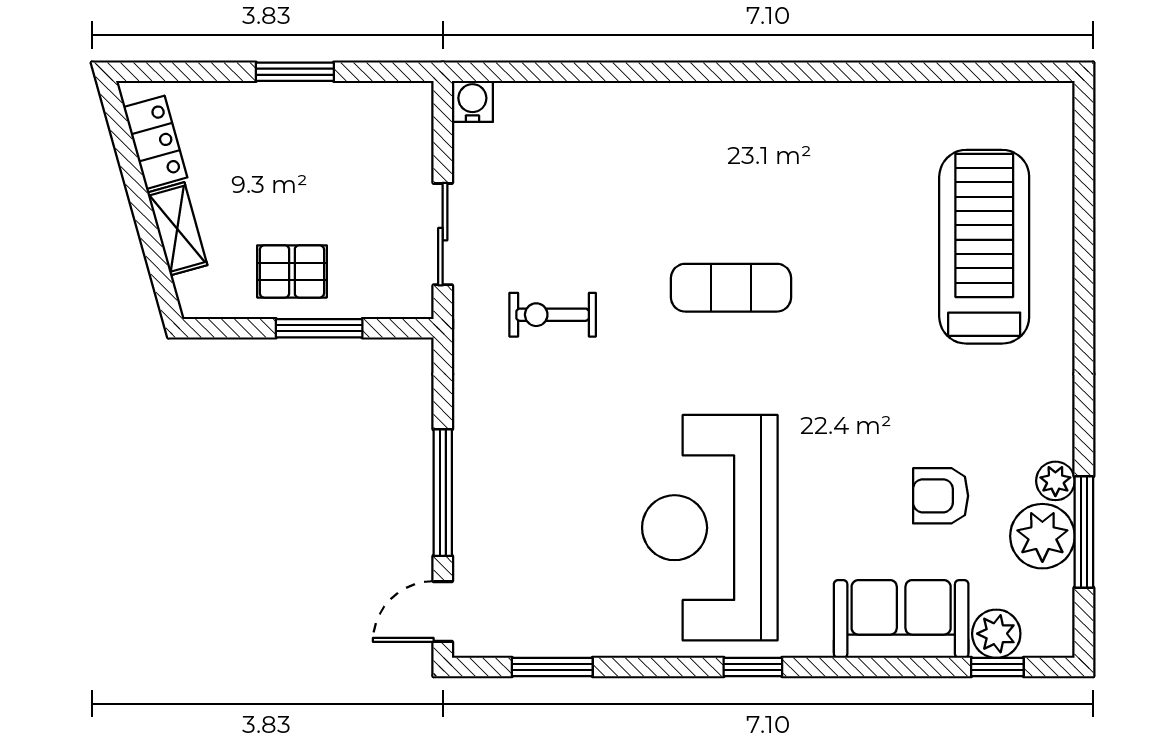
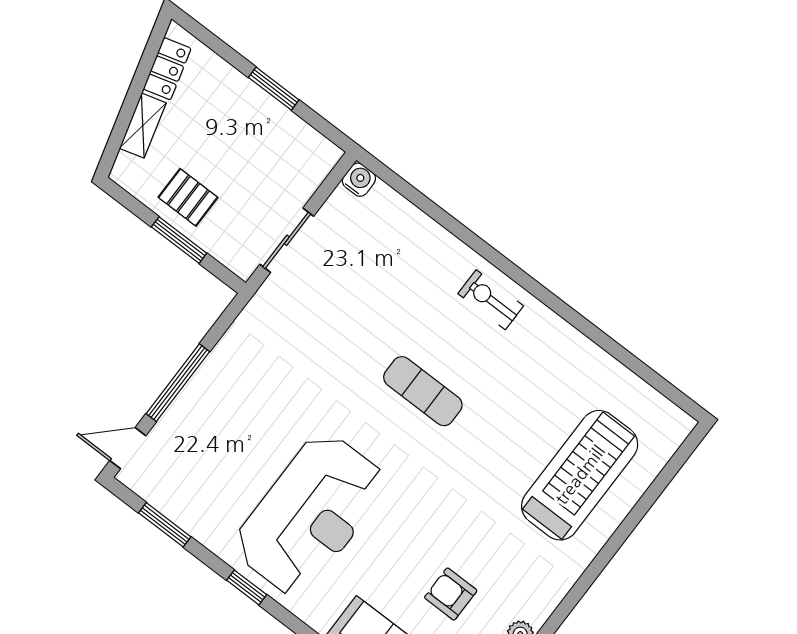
exercise bike: (553, 315) -> (491, 300), moved
reception desk: (710, 528) -> (310, 514), turned 180
window: (753, 667) -> (247, 587), moved

